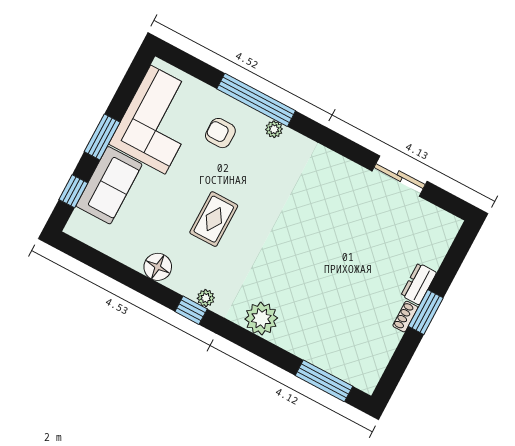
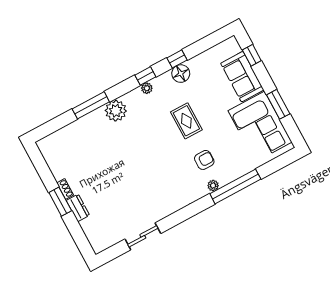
armchair: (220, 133) -> (204, 160), moved
window: (102, 137) -> (278, 104), moved
window: (142, 284) -> (177, 59), added
window: (324, 381) -> (91, 105), moved

